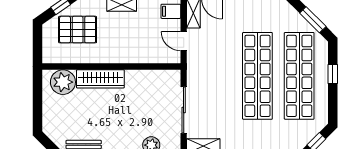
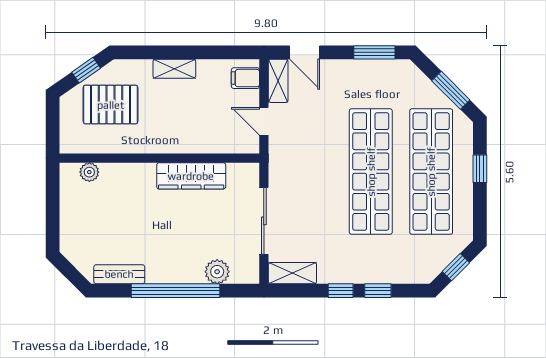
wardrobe: (100, 79) -> (191, 176), moved
plant: (63, 82) -> (89, 172), width x0.53, depth x0.53

